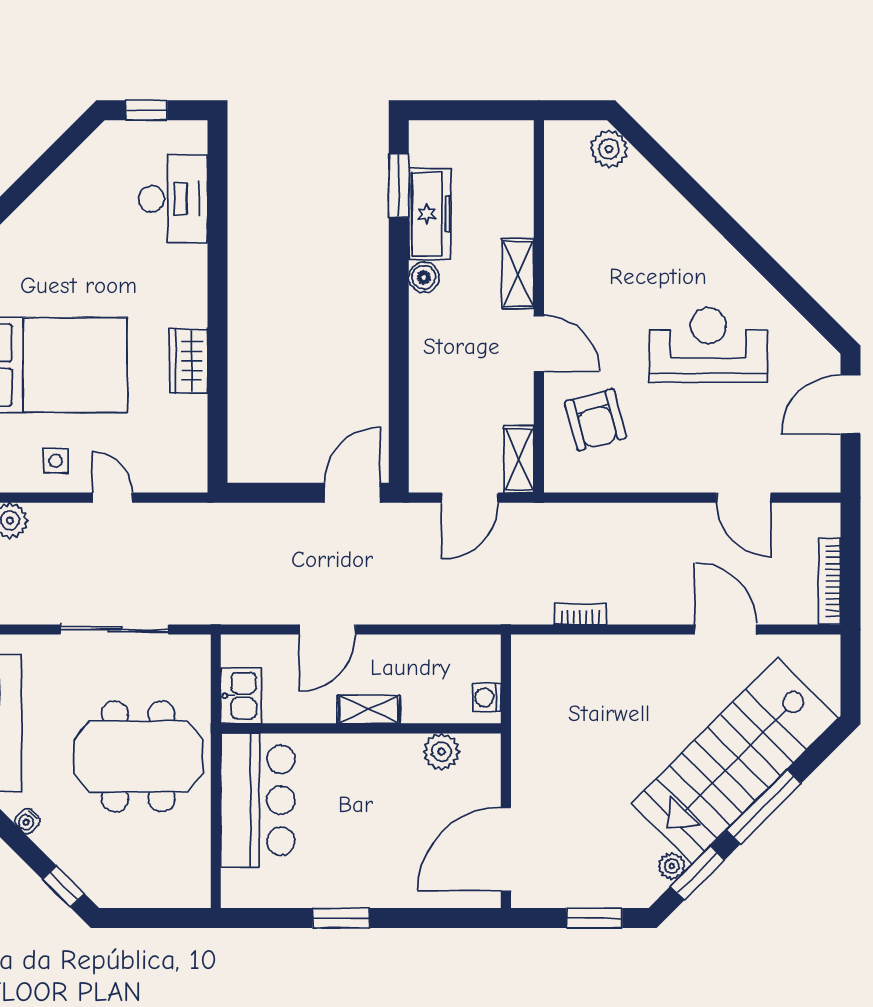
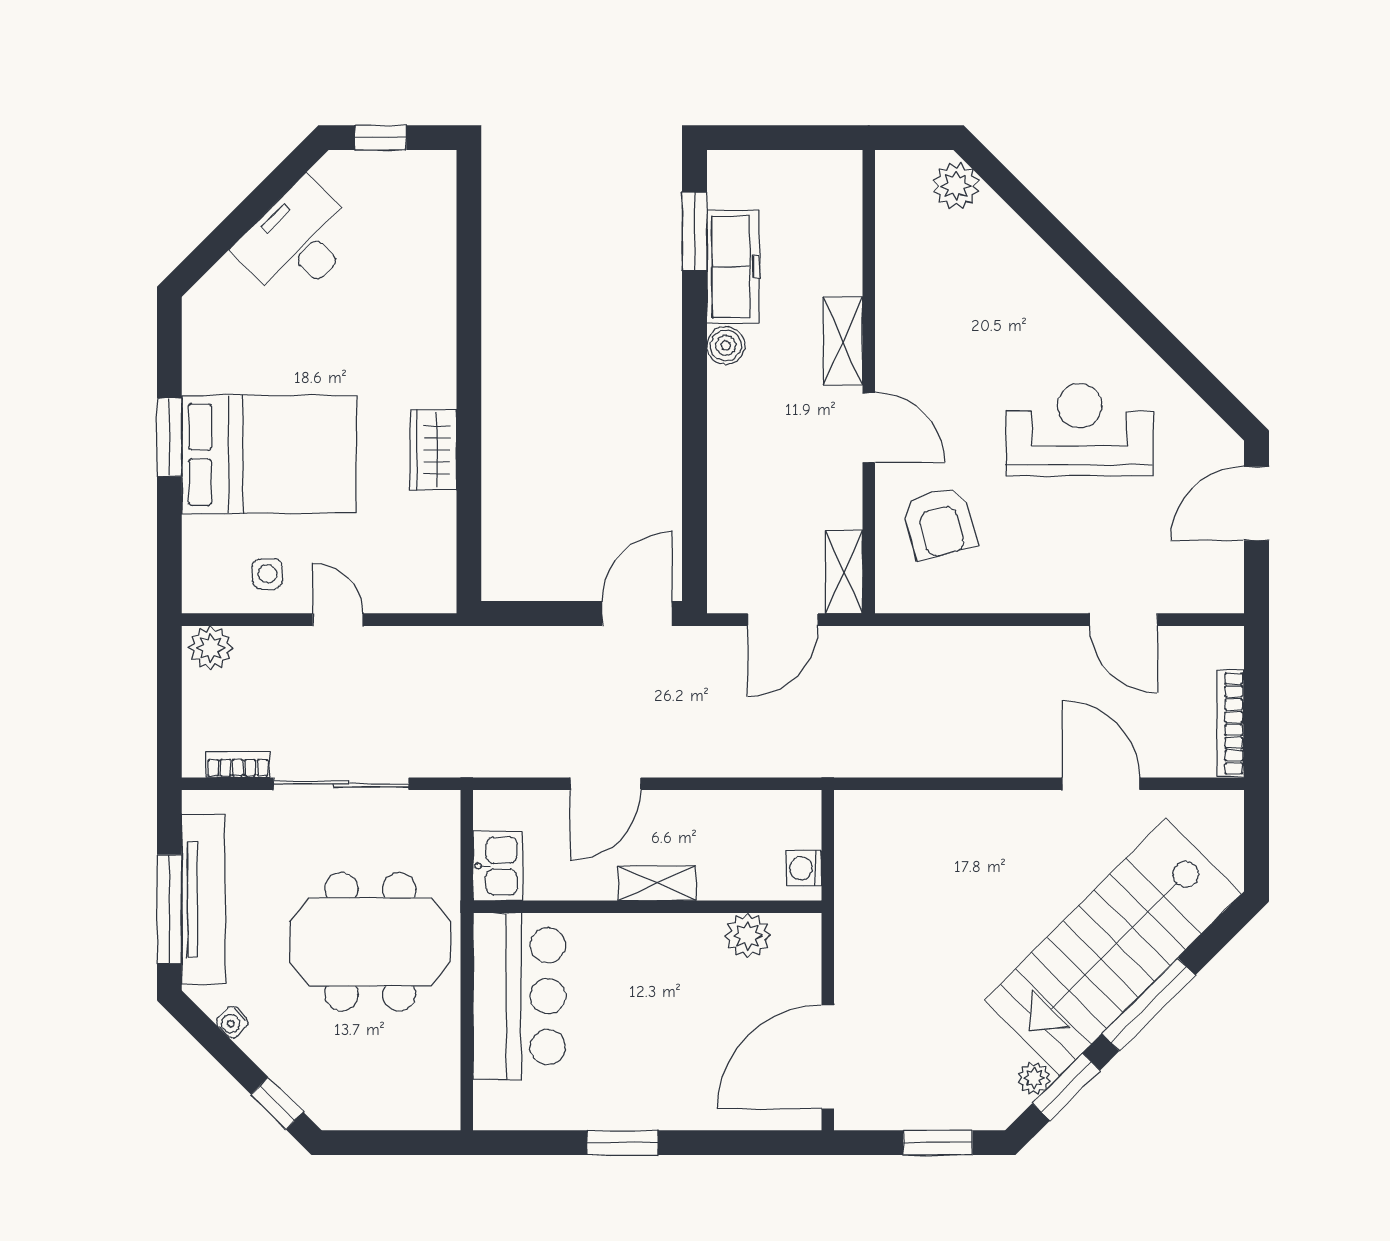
desk: (173, 199) -> (298, 241), moved, turned -135
bookcase: (580, 614) -> (238, 765), moved

